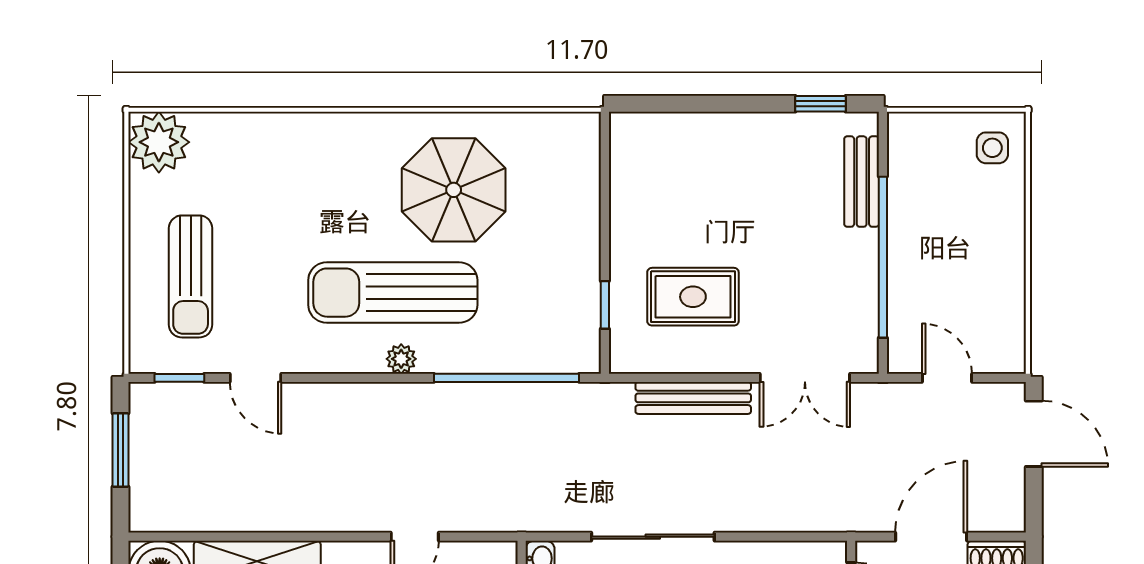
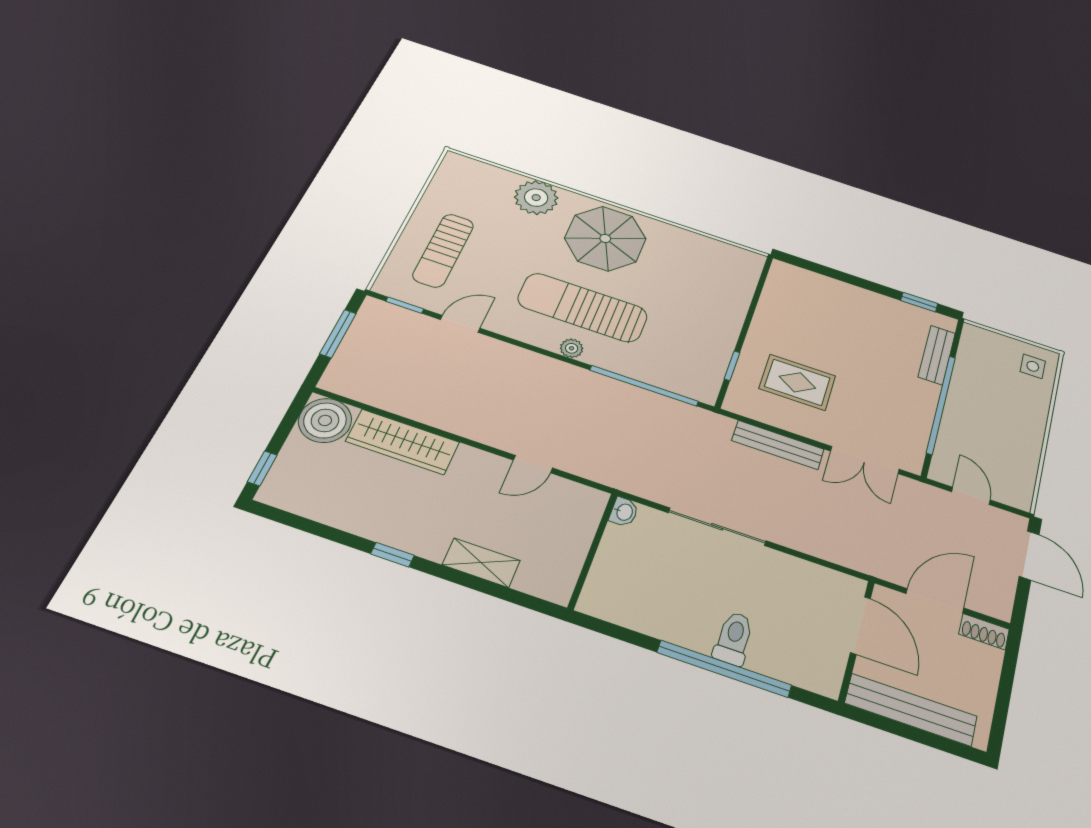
plant: (159, 142) -> (536, 198), moved
parasol: (454, 190) -> (605, 238), moved
door: (256, 378) -> (460, 324), swing flipped

